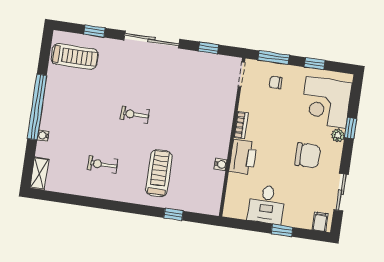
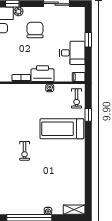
exercise bike: (102, 164) -> (77, 98), moved
treadmill: (159, 173) -> (62, 129), width x1.37, depth x1.38
filing cabinet: (320, 222) -> (79, 77), moved

